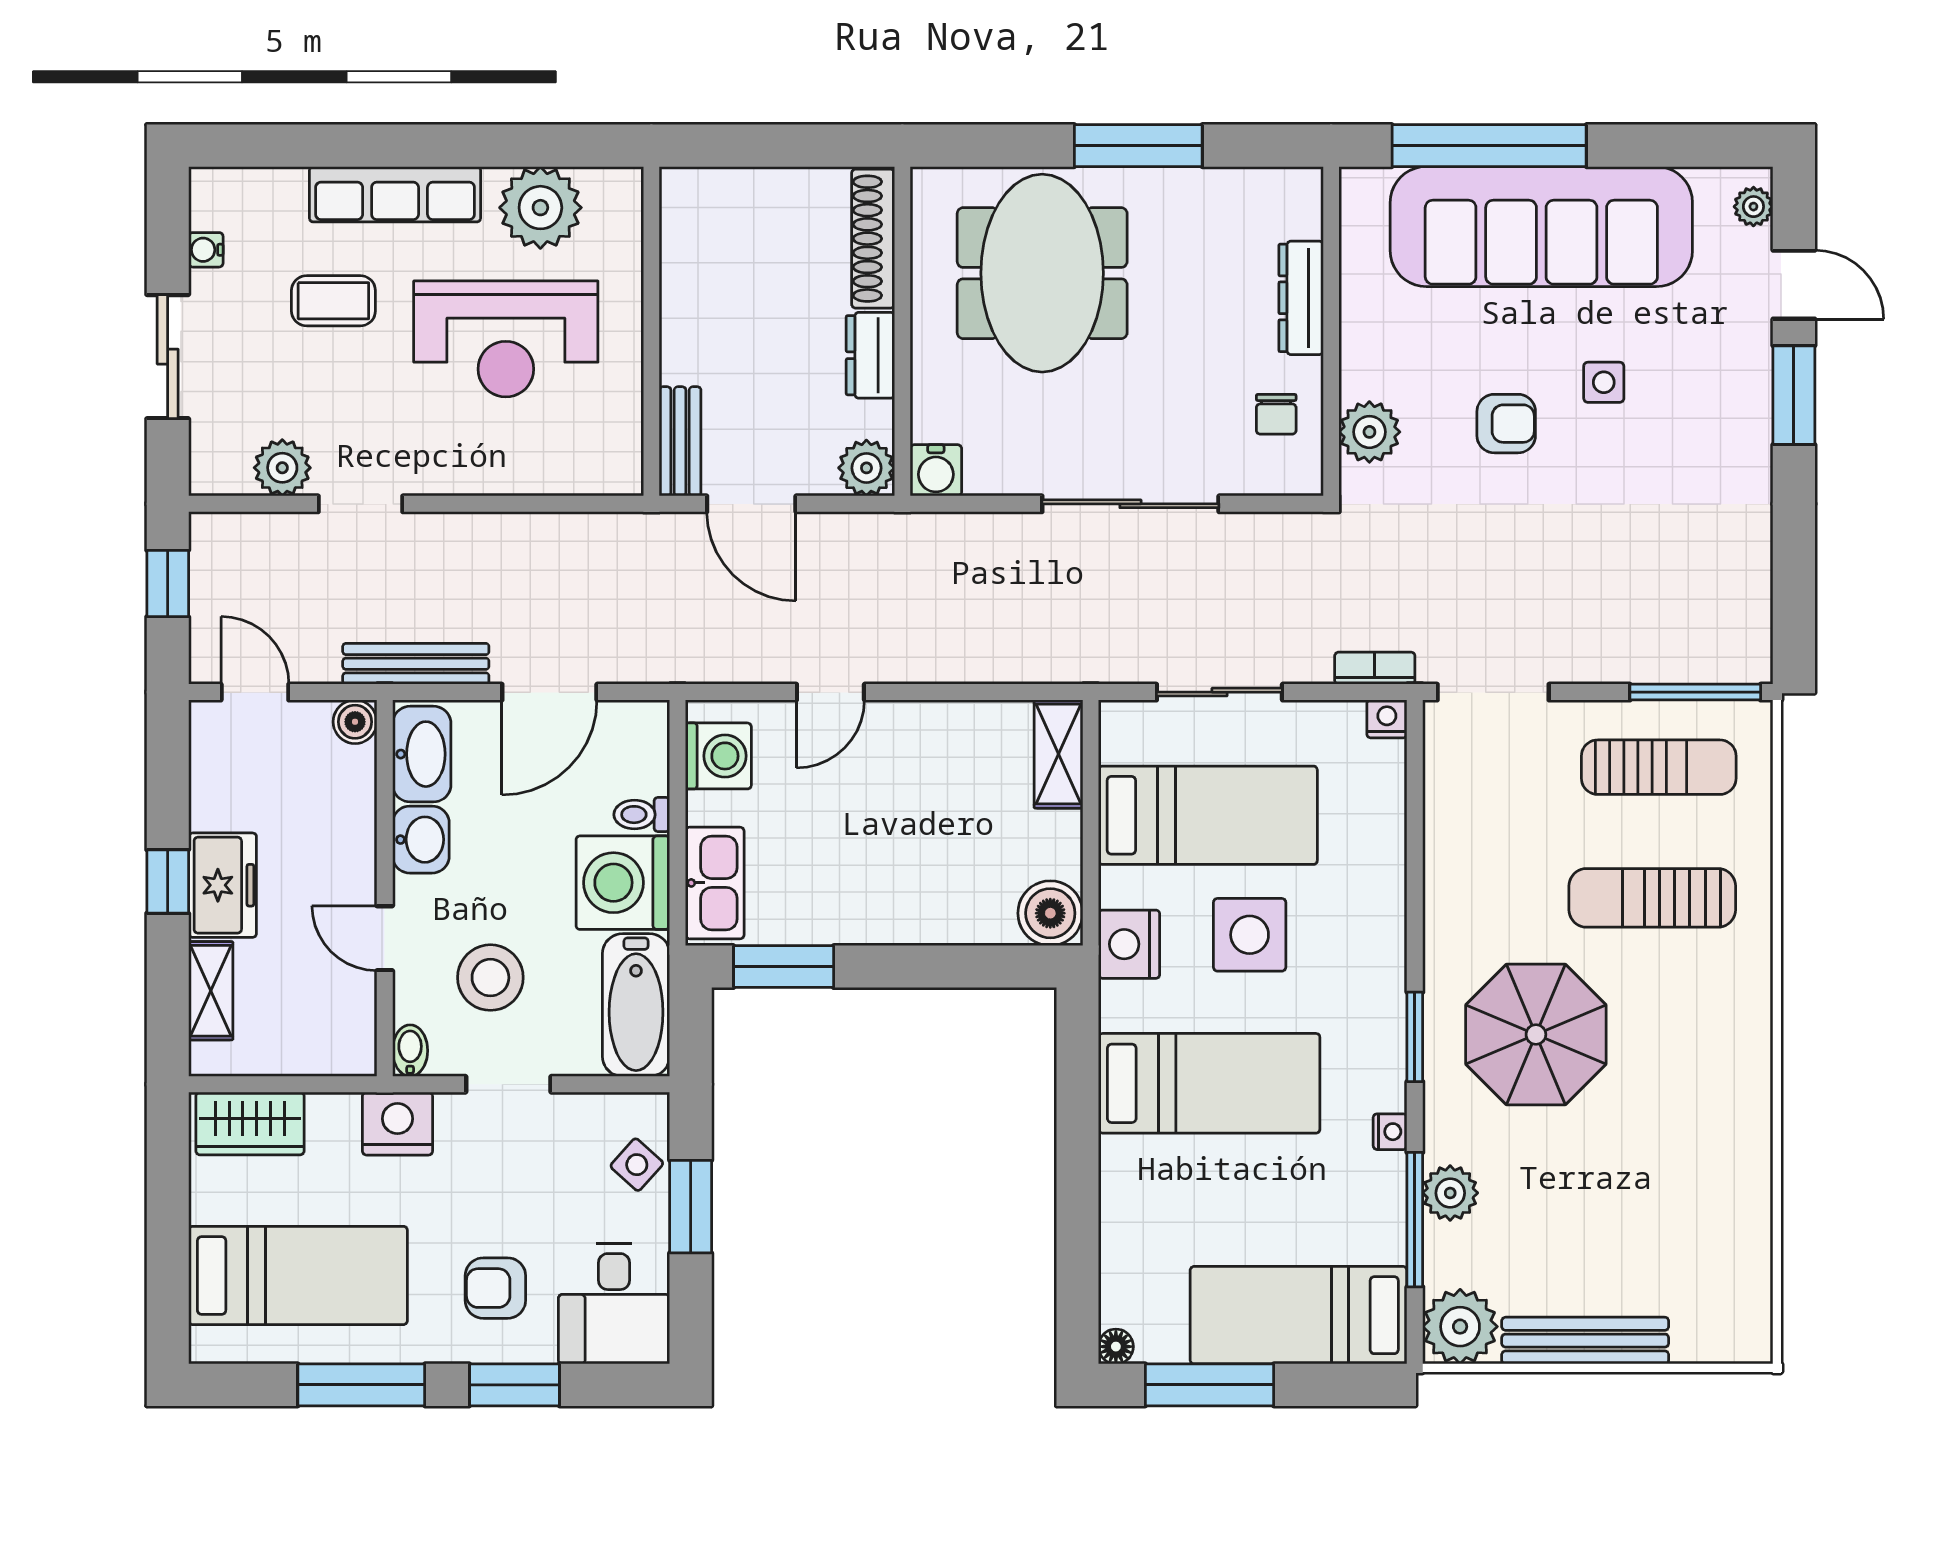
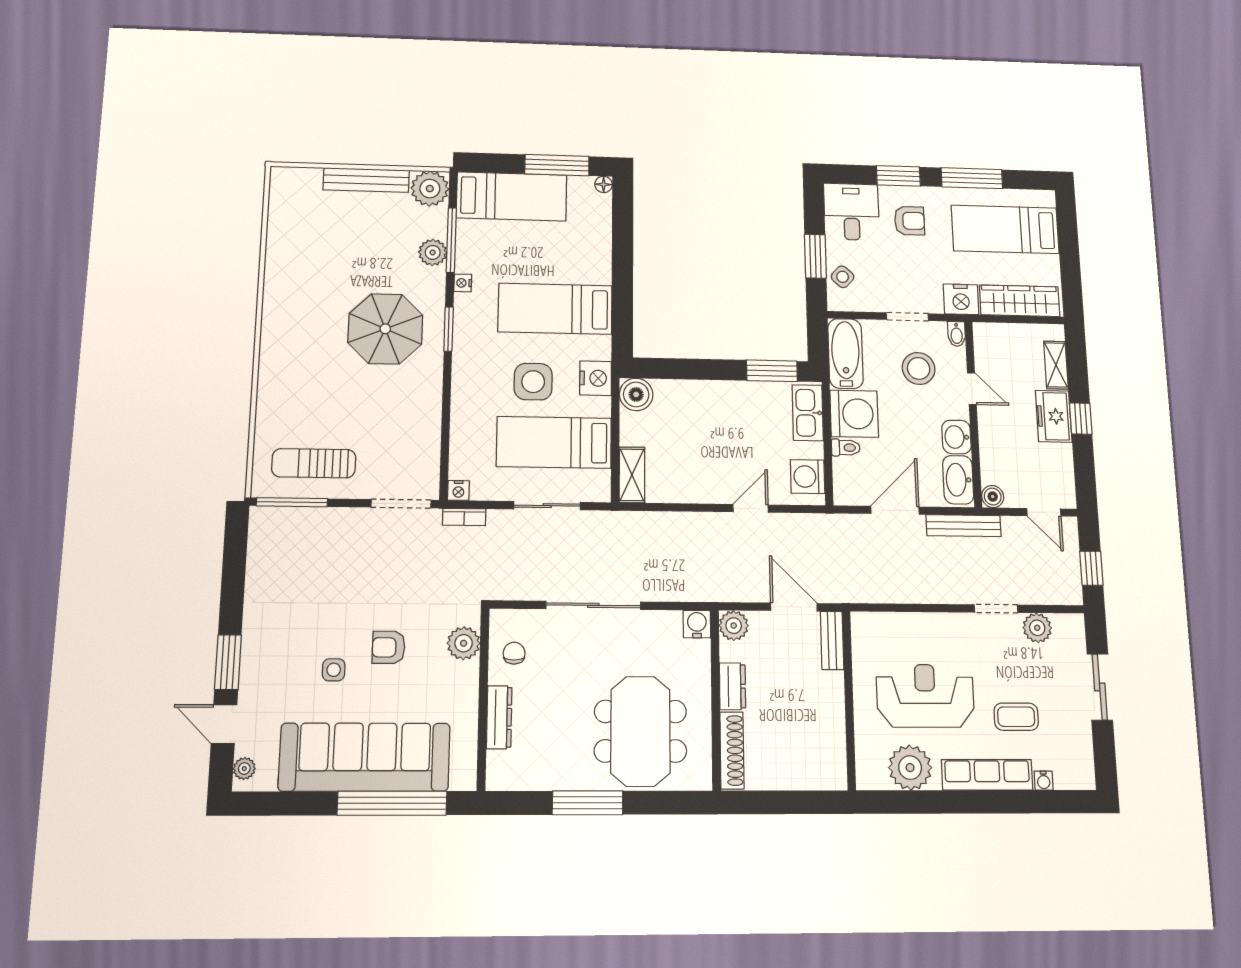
water cooler: (206, 250) -> (1044, 781), moved, turned 90
sun lounger: (1652, 898) -> (321, 396), removed
wardrobe: (250, 1123) -> (1020, 301), width x1.50

